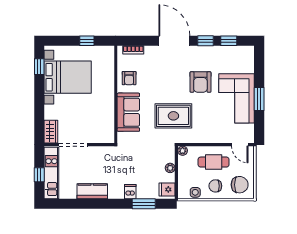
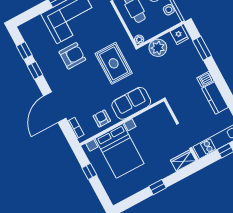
door: (174, 41) -> (55, 107), moved
window: (39, 67) -> (158, 187), moved
bed with nightstands: (68, 77) -> (120, 151), moved, turned 180
armchair: (129, 78) -> (102, 118), turned -90
plant: (170, 168) -> (158, 48), width x1.88, depth x1.88
dishwasher: (130, 192) -> (205, 79), moved

